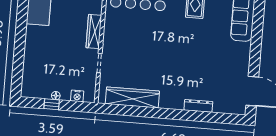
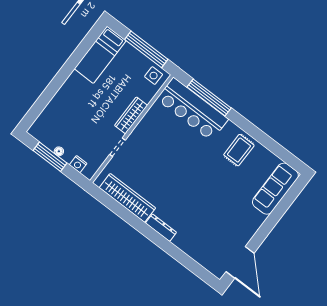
window: (52, 104) -> (50, 157), width x2.17
dresser: (198, 106) -> (161, 228), moved

